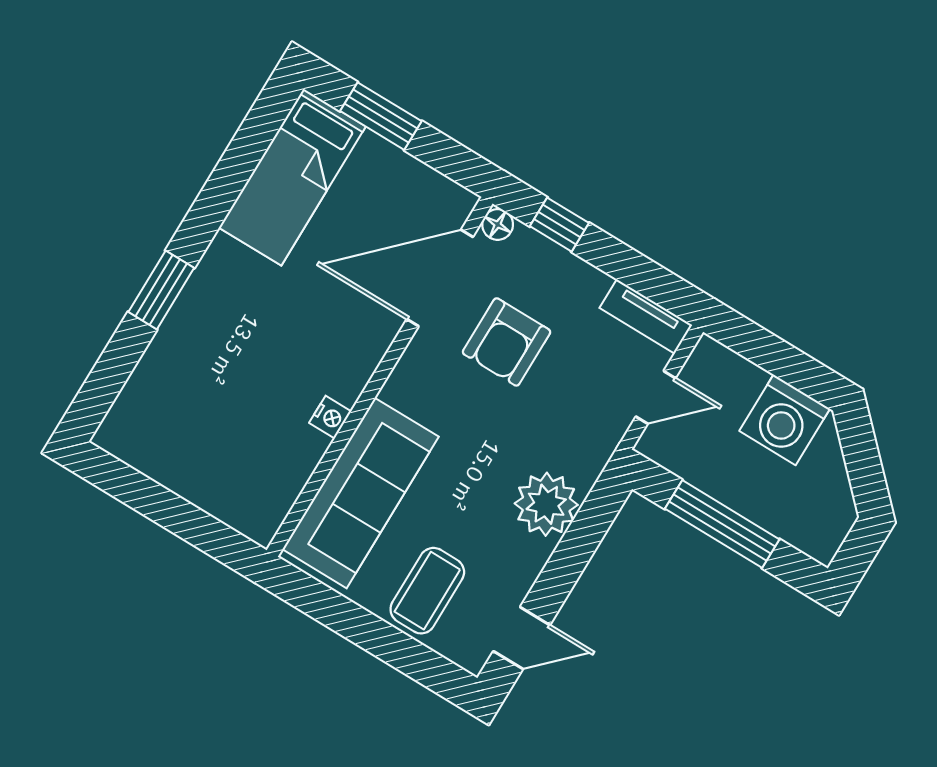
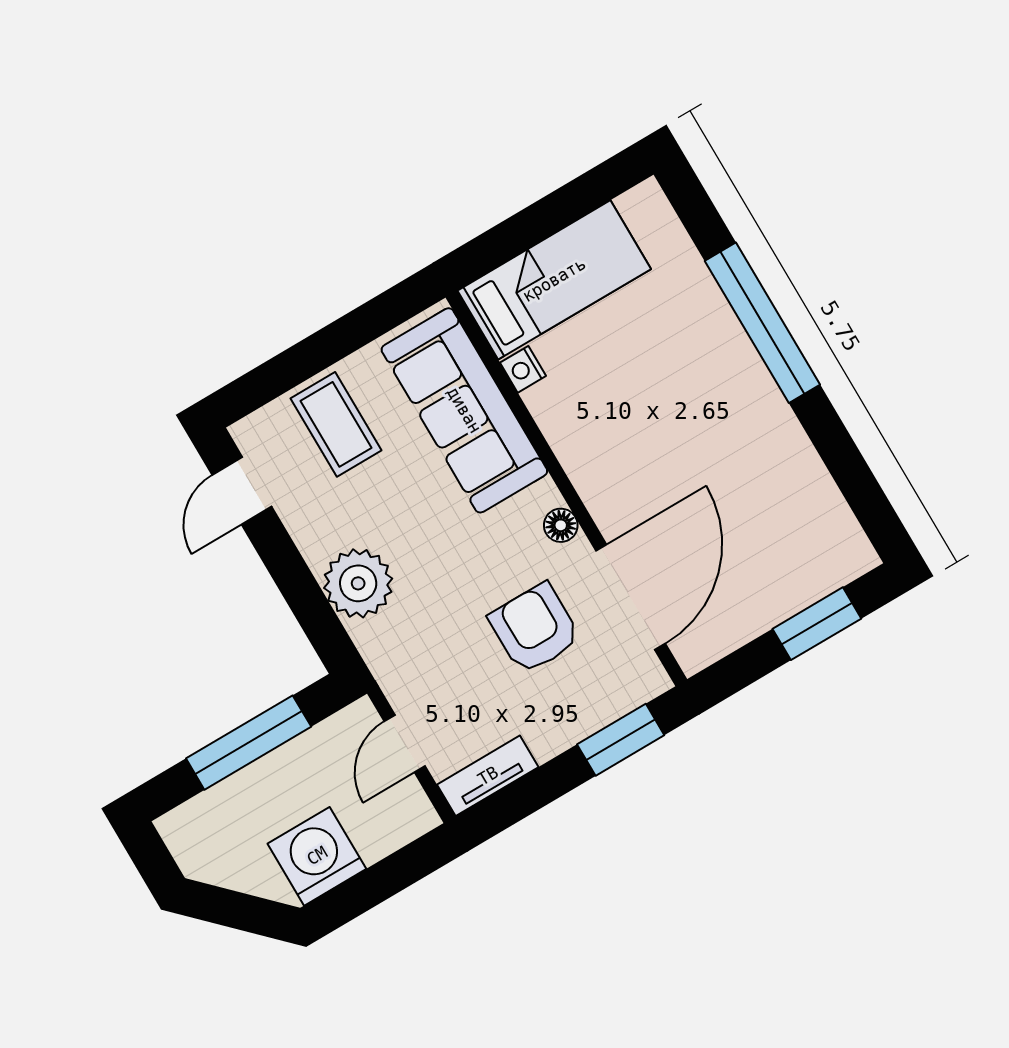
bed: (292, 177) -> (554, 280), moved, turned 90
floor lamp: (498, 225) -> (561, 525), moved
window: (559, 225) -> (621, 740), width x1.50
window: (161, 290) -> (762, 323), width x2.11
nightstand: (330, 417) -> (523, 369), moved

